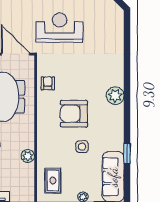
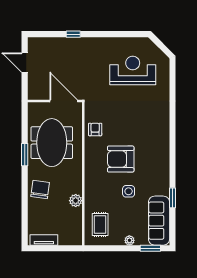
reception desk: (60, 28) -> (133, 70), moved
plant: (115, 96) -> (161, 142), removed

